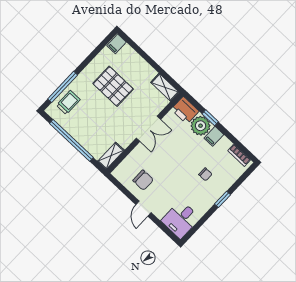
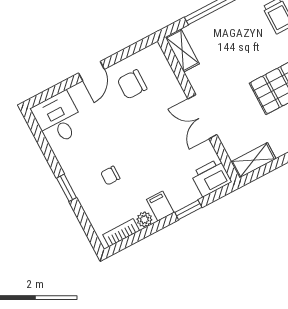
plant: (201, 126) -> (144, 219), moved, width x0.53, depth x0.53
door: (144, 209) -> (91, 71), swing flipped

